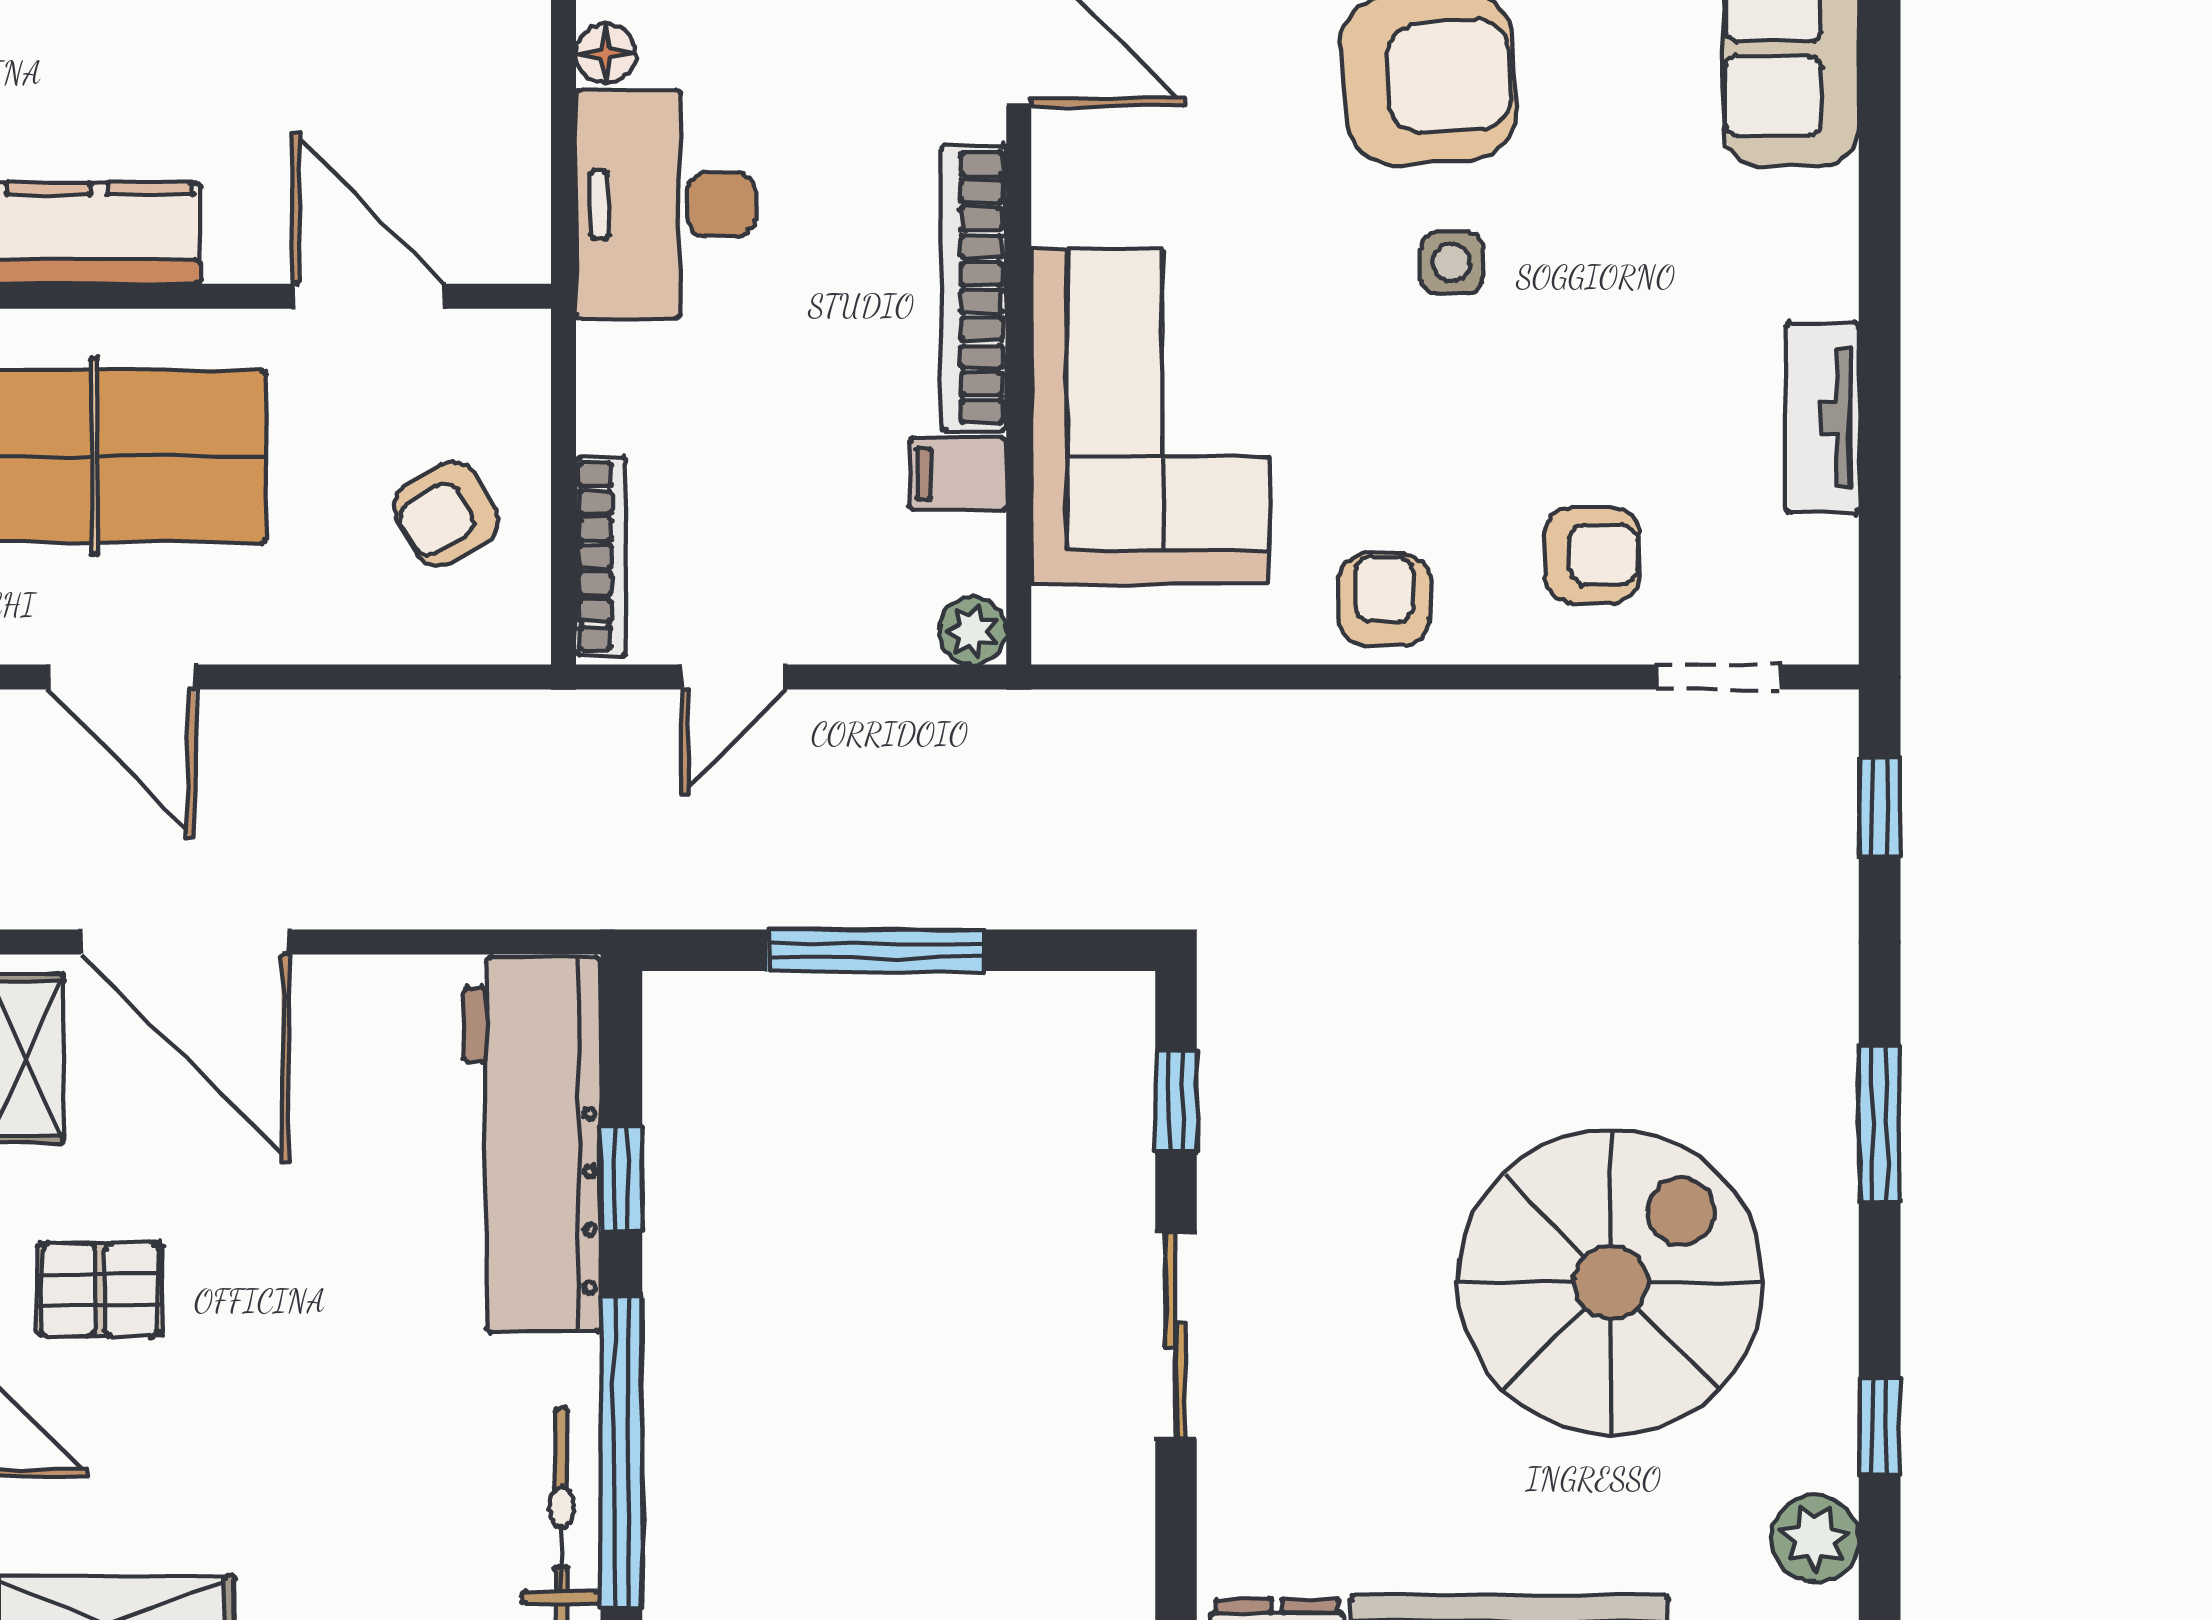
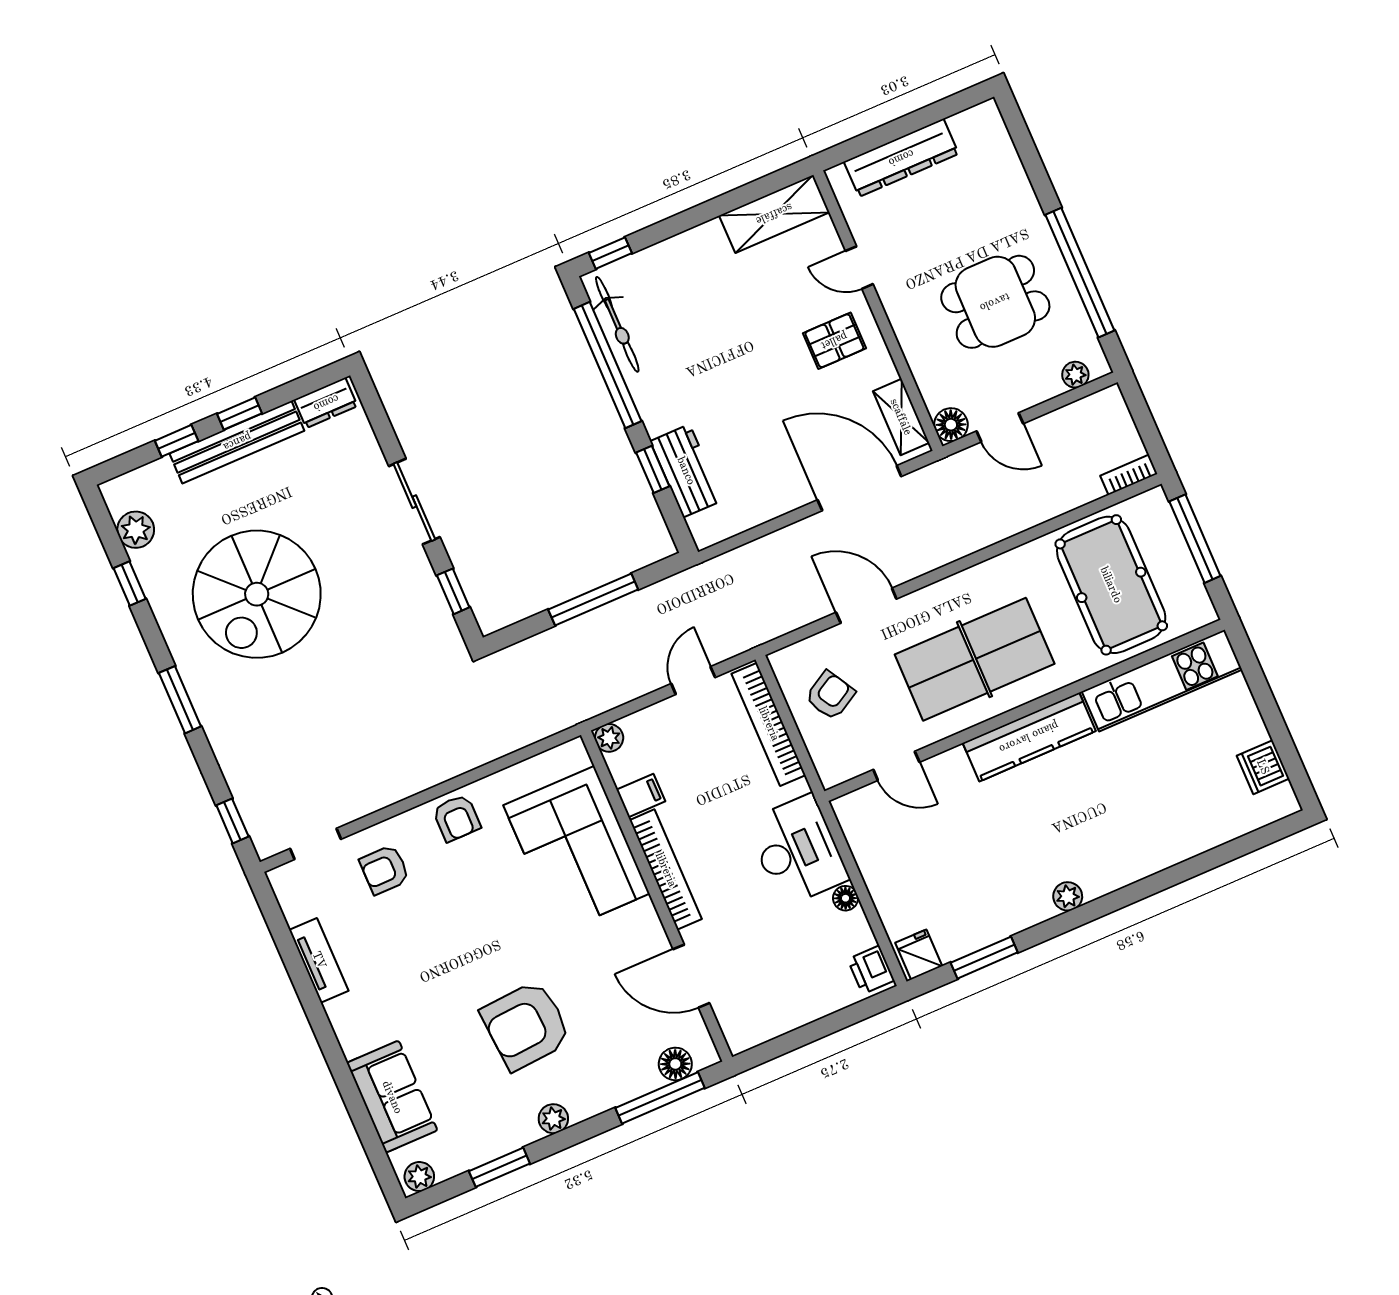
side table: (1452, 263) -> (487, 958), removed
door: (368, 296) -> (896, 766), width x0.73
bookcase: (601, 556) -> (769, 724), width x1.48, depth x1.31
door: (121, 677) -> (866, 606), moved
workbench: (532, 1144) -> (686, 471), width x0.53, depth x0.76

